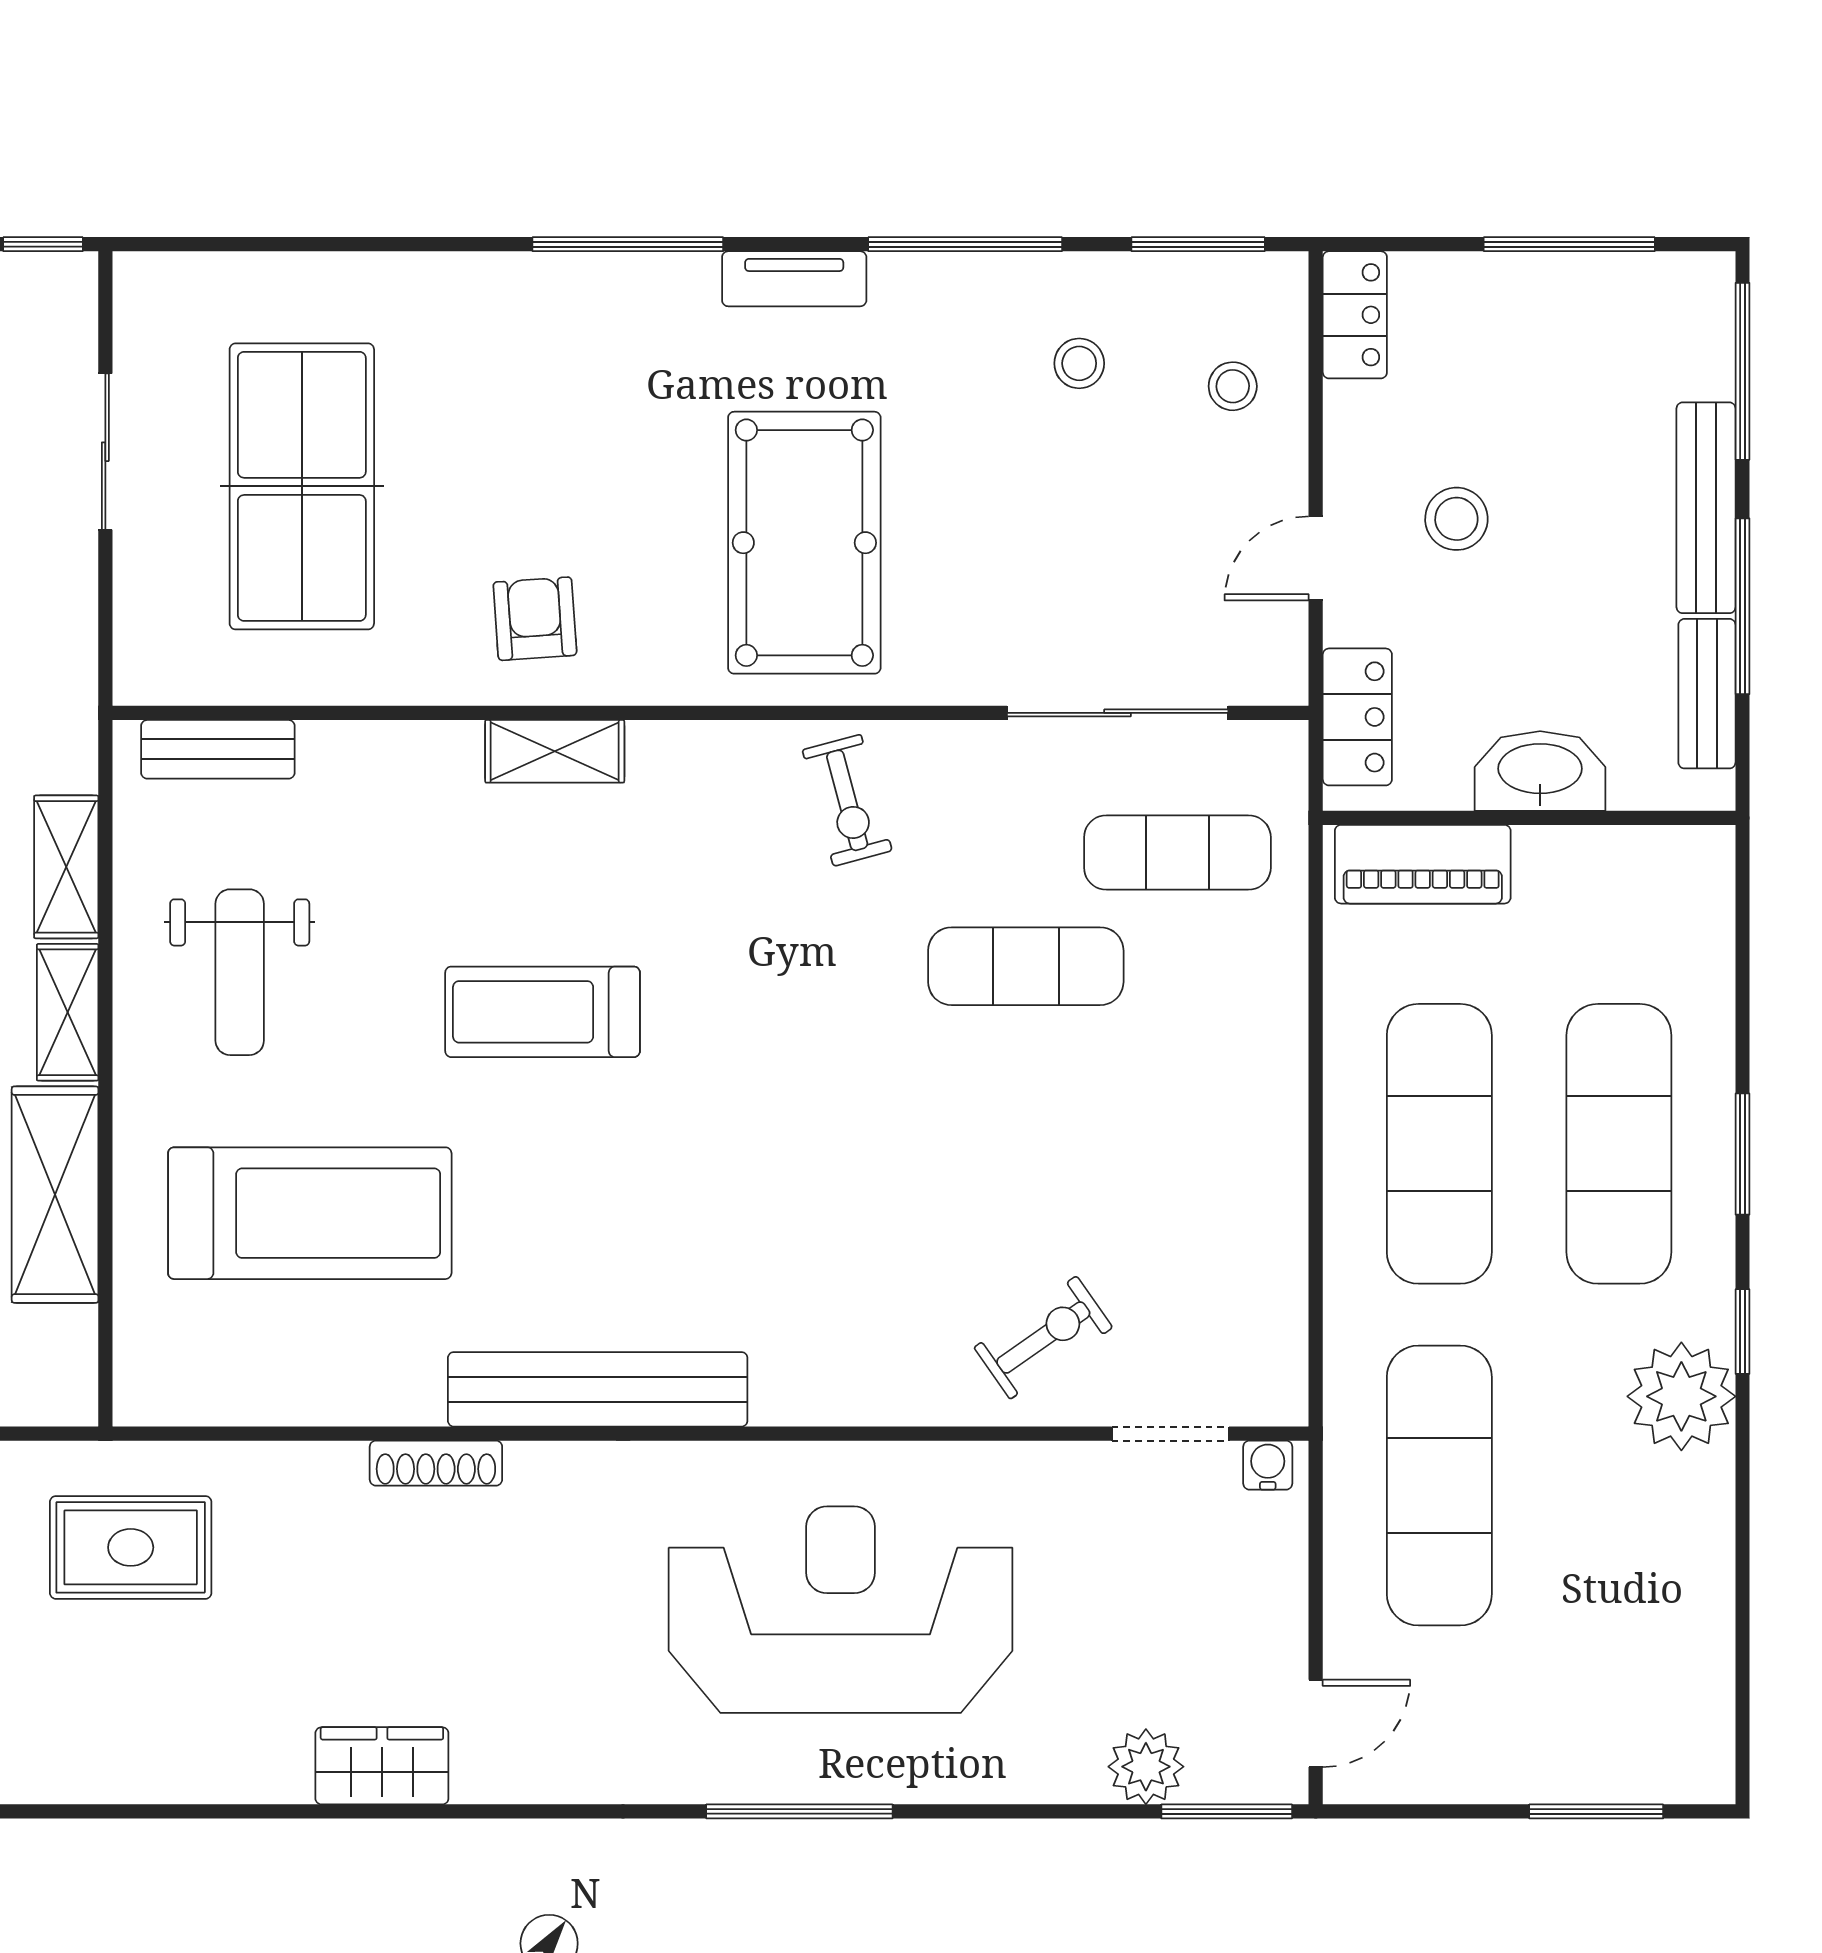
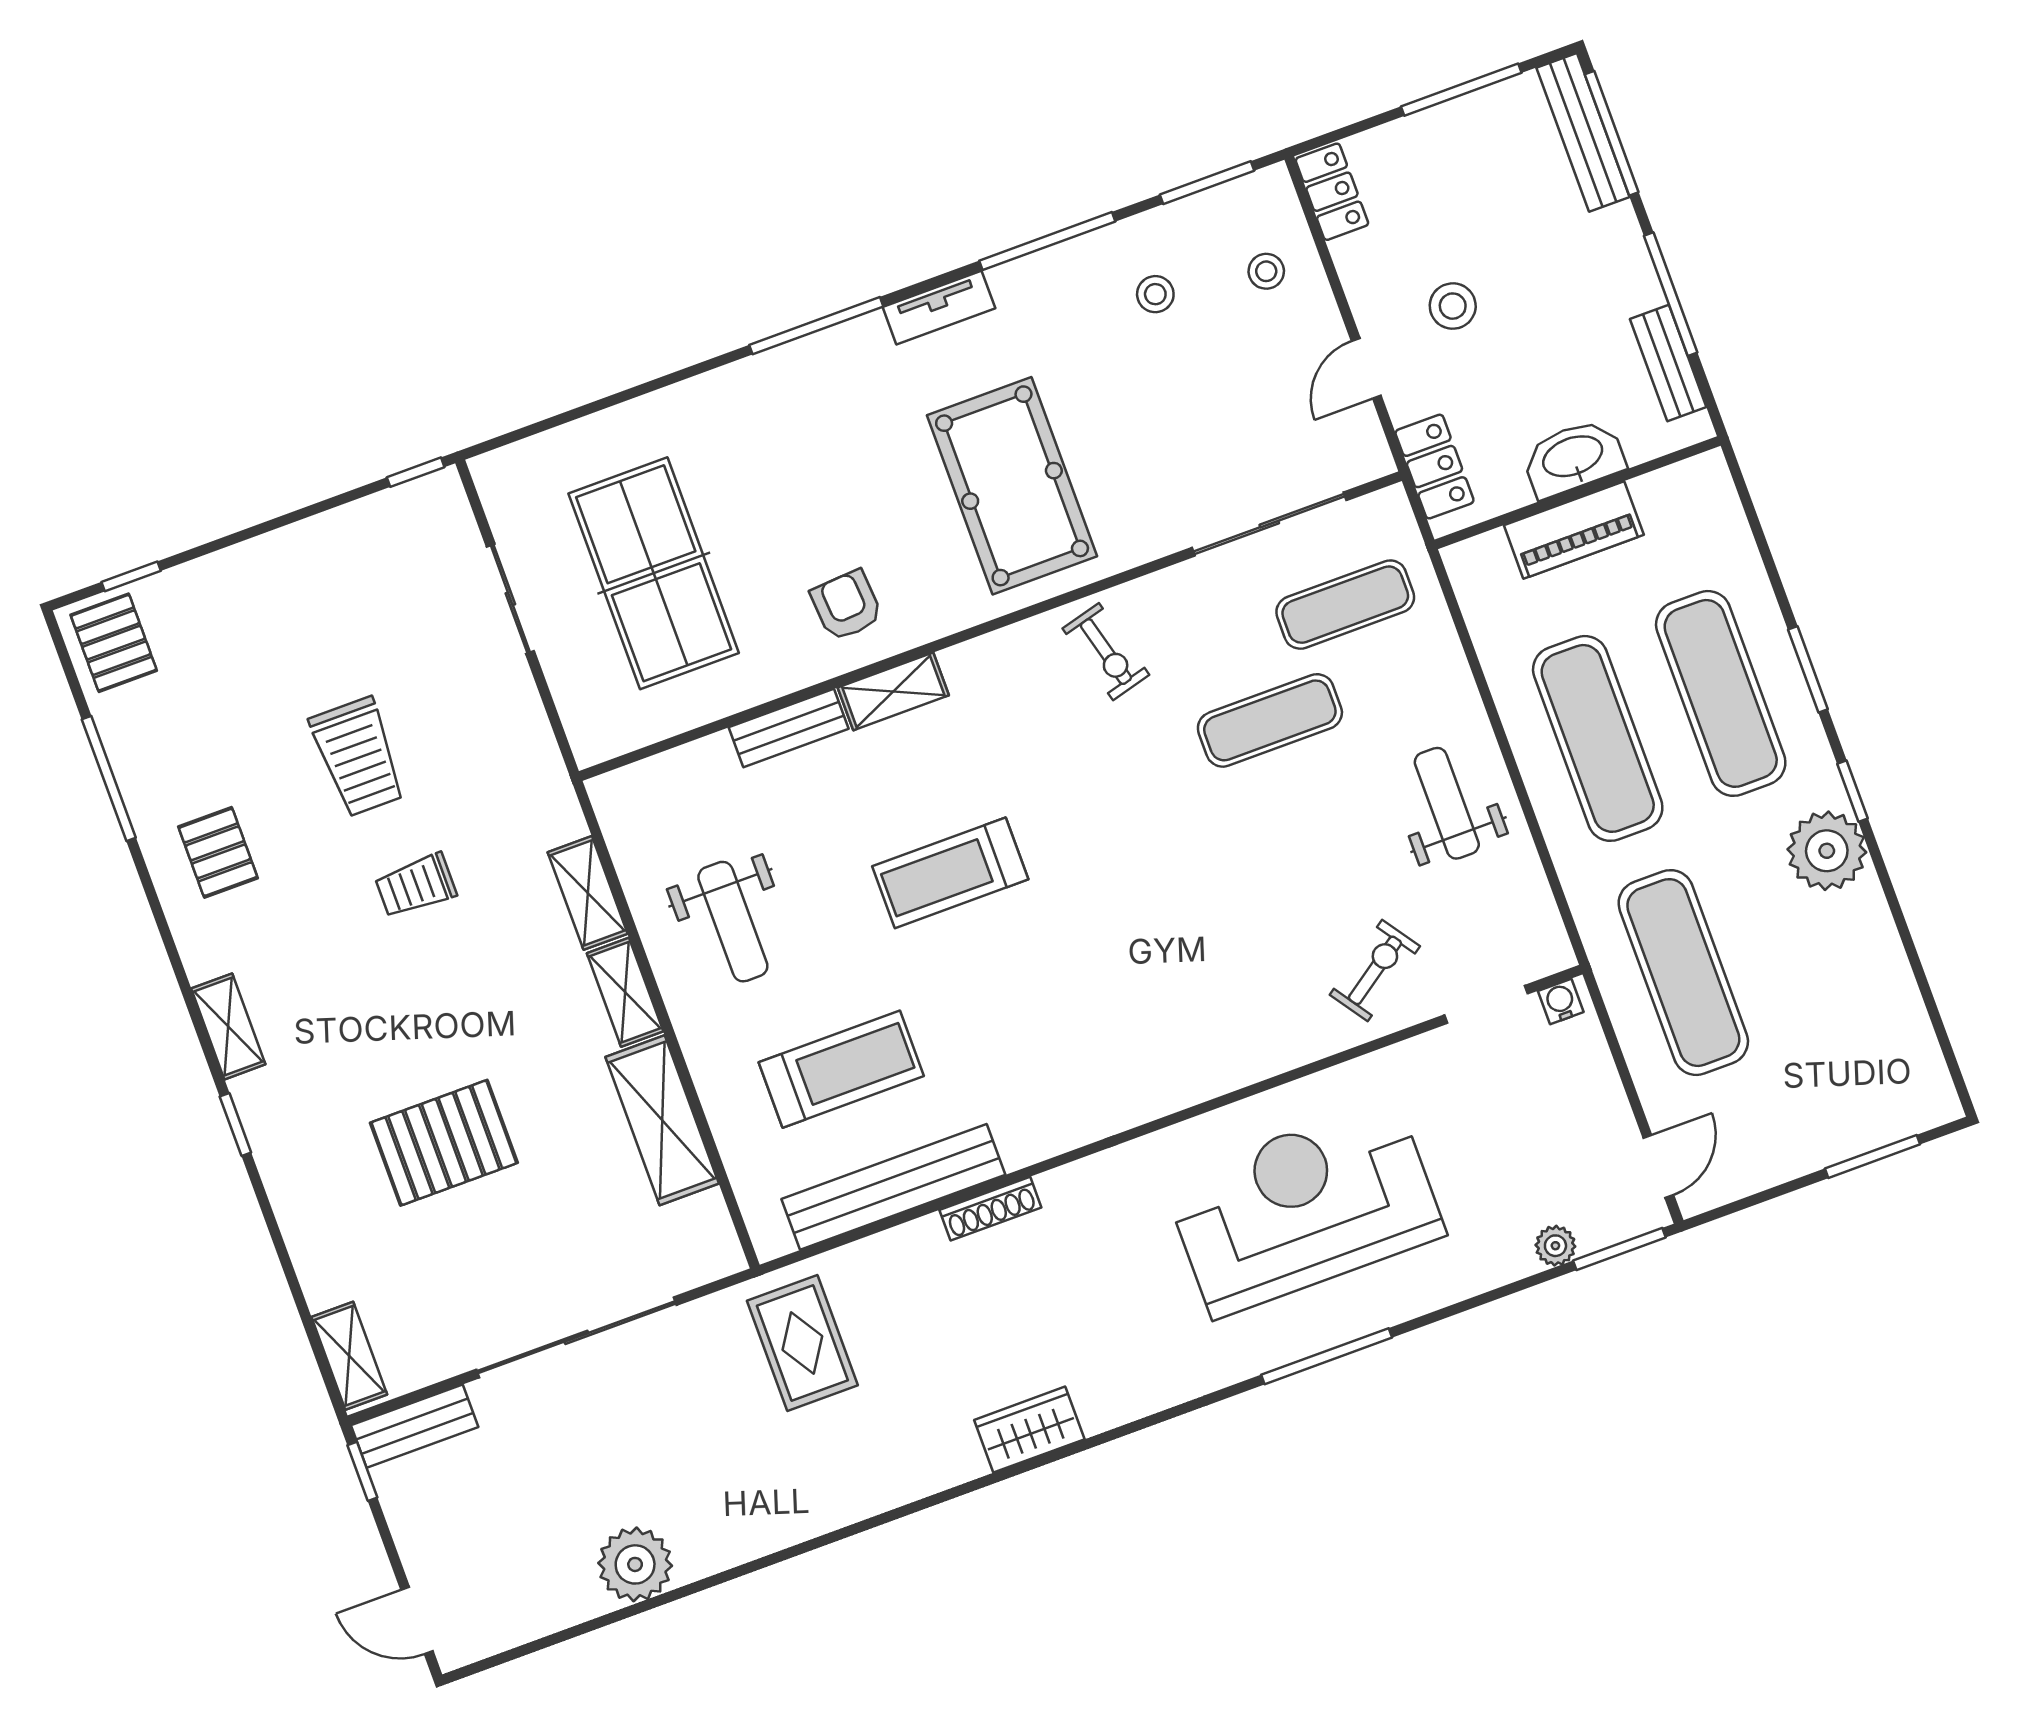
bench: (1706, 508) -> (1583, 132), moved
bench: (218, 749) -> (789, 728), moved
piano: (1423, 864) -> (1574, 530), moved
weight bench: (1214, 1156) -> (1447, 803), added
treadmill: (310, 1213) -> (841, 1069), width x0.73, depth x0.73
bench: (598, 1389) -> (893, 1187), moved
rug: (131, 1547) -> (802, 1343), turned 90
plant: (1146, 1767) -> (1555, 1246), width x0.73, depth x0.73

